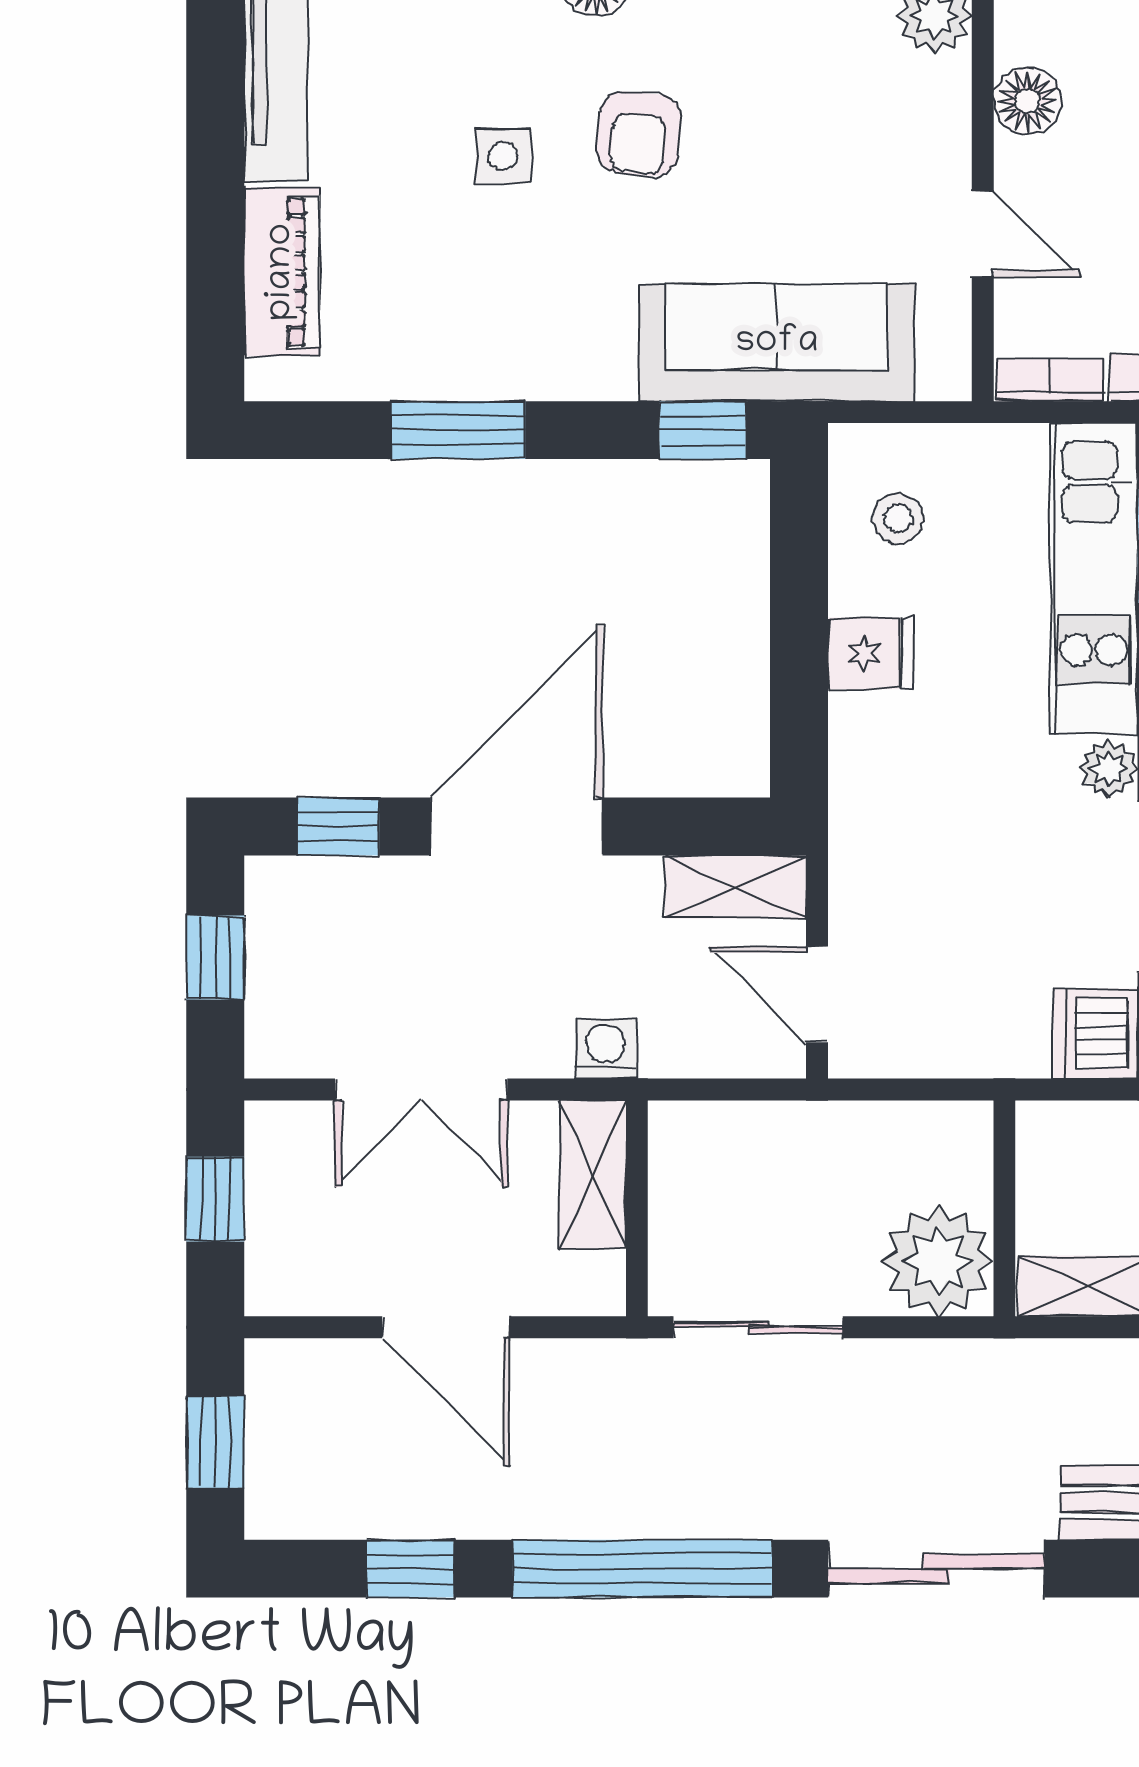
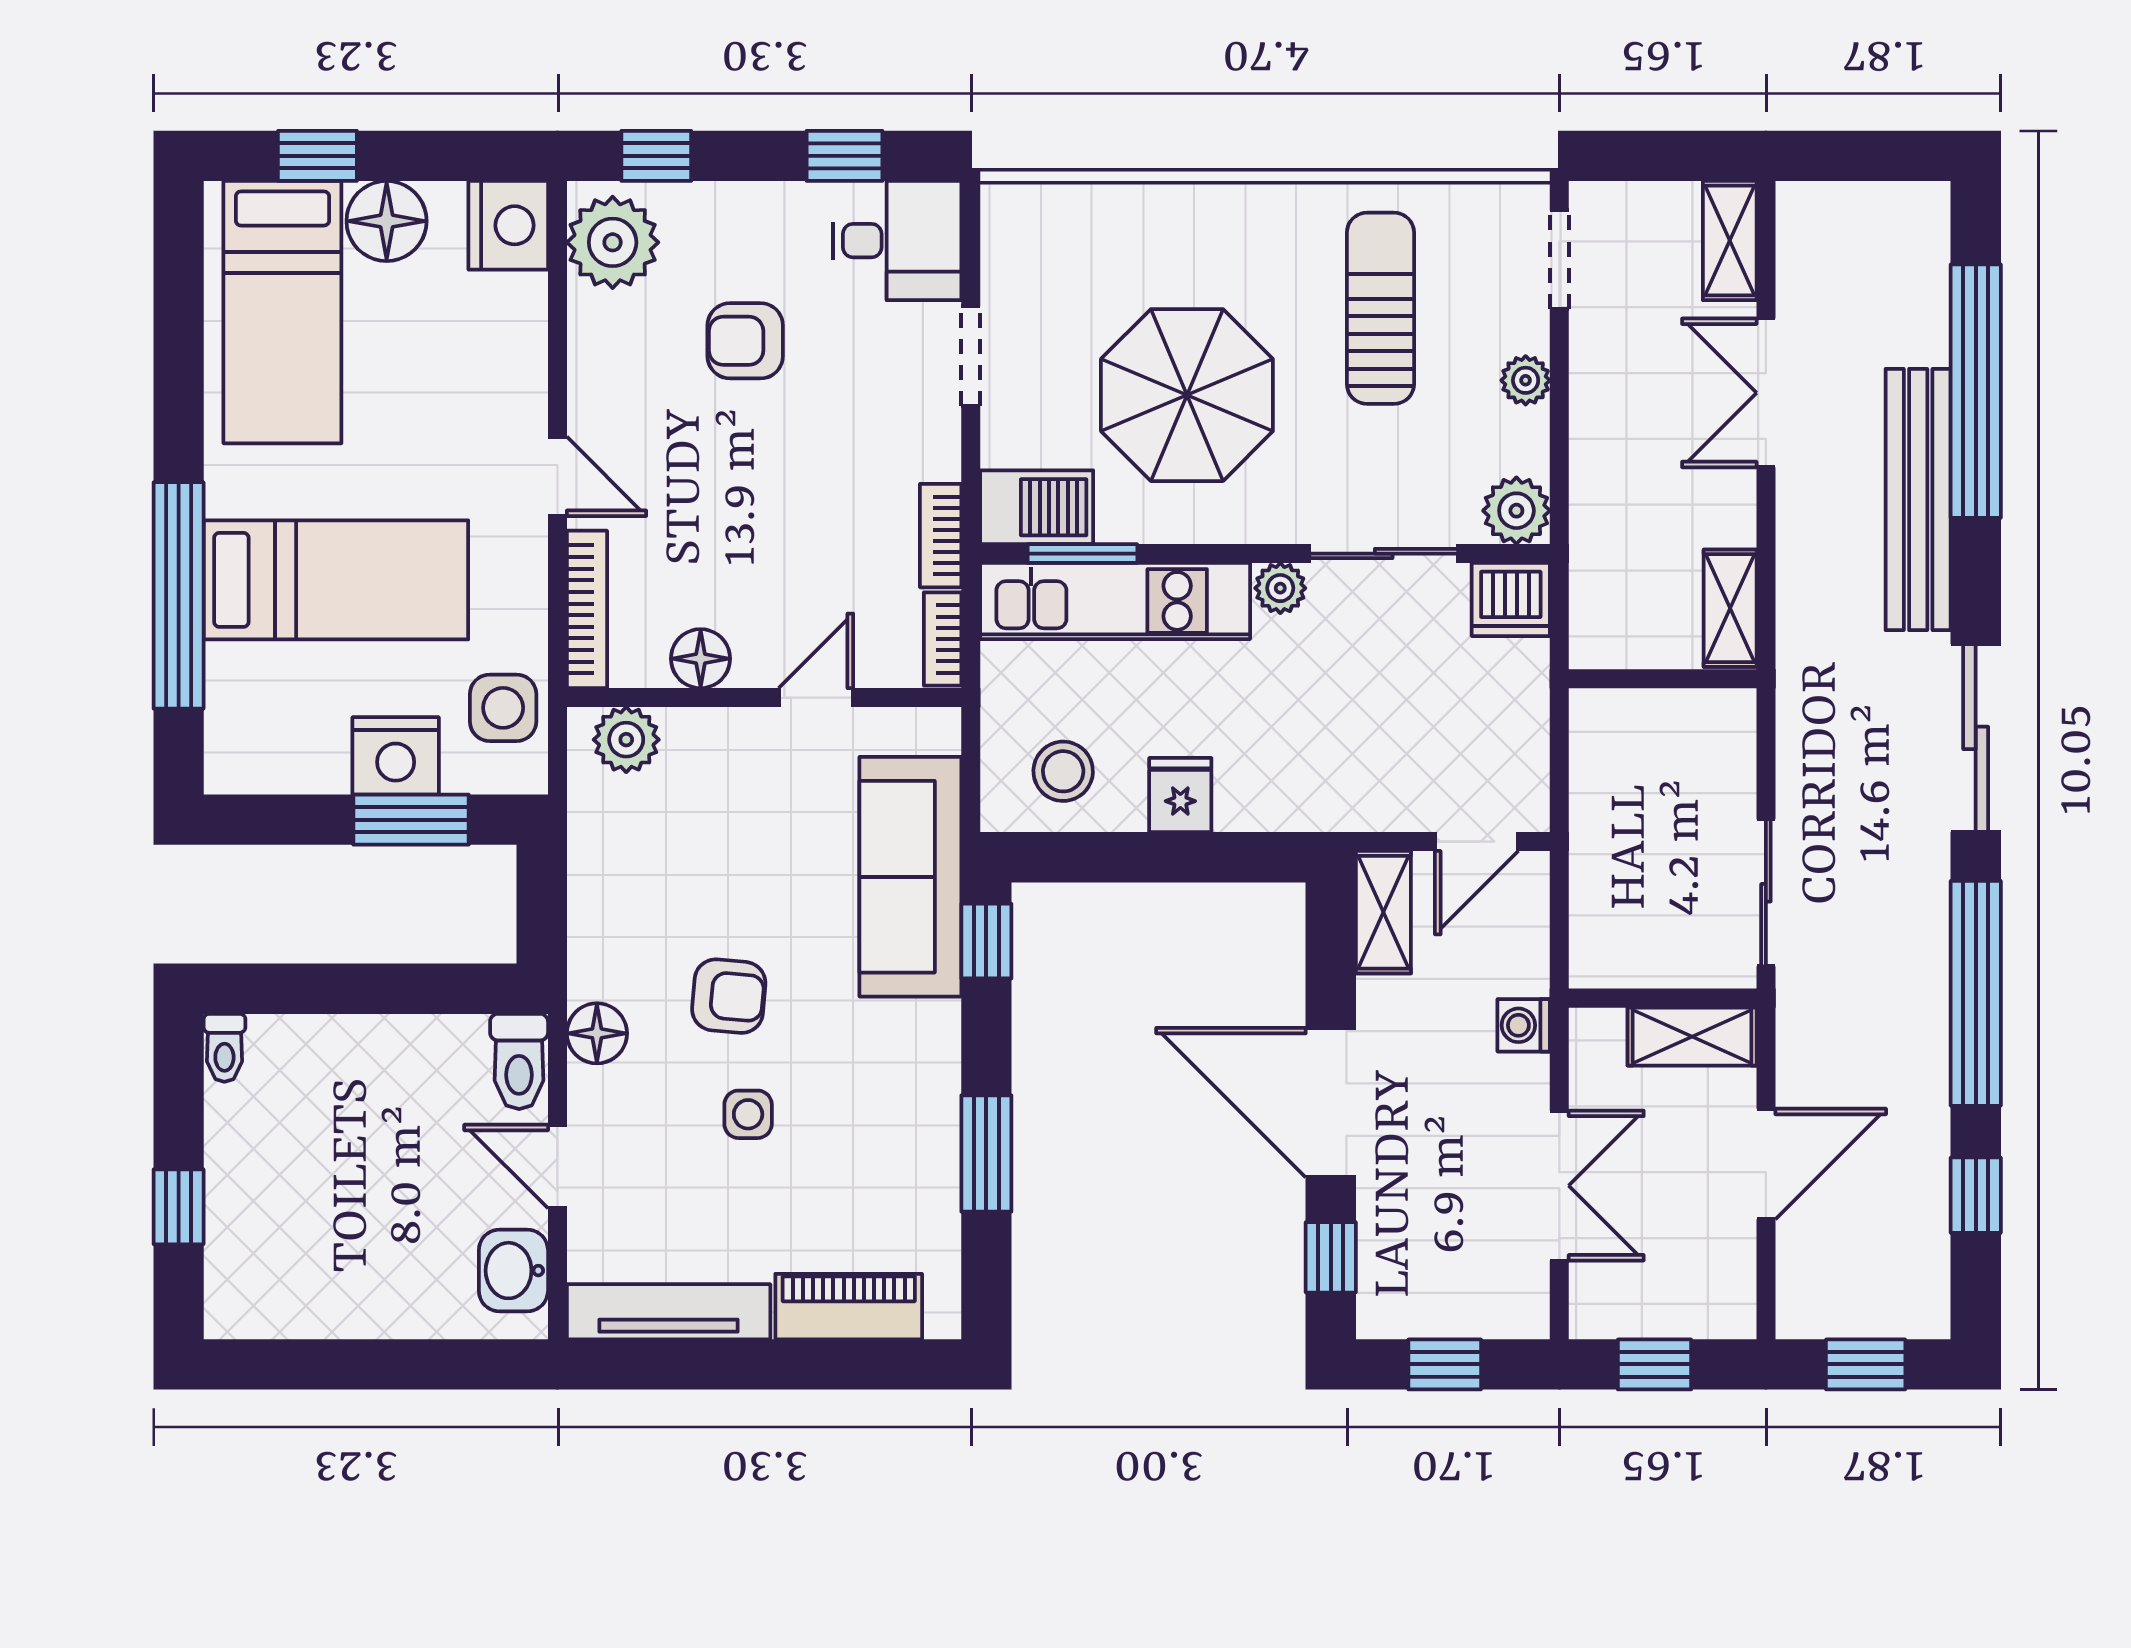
stool: (898, 519) -> (1063, 771), width x1.37, depth x1.37
shelving: (593, 1174) -> (1692, 1037), moved
plant: (938, 1261) -> (1708, 736), removed

